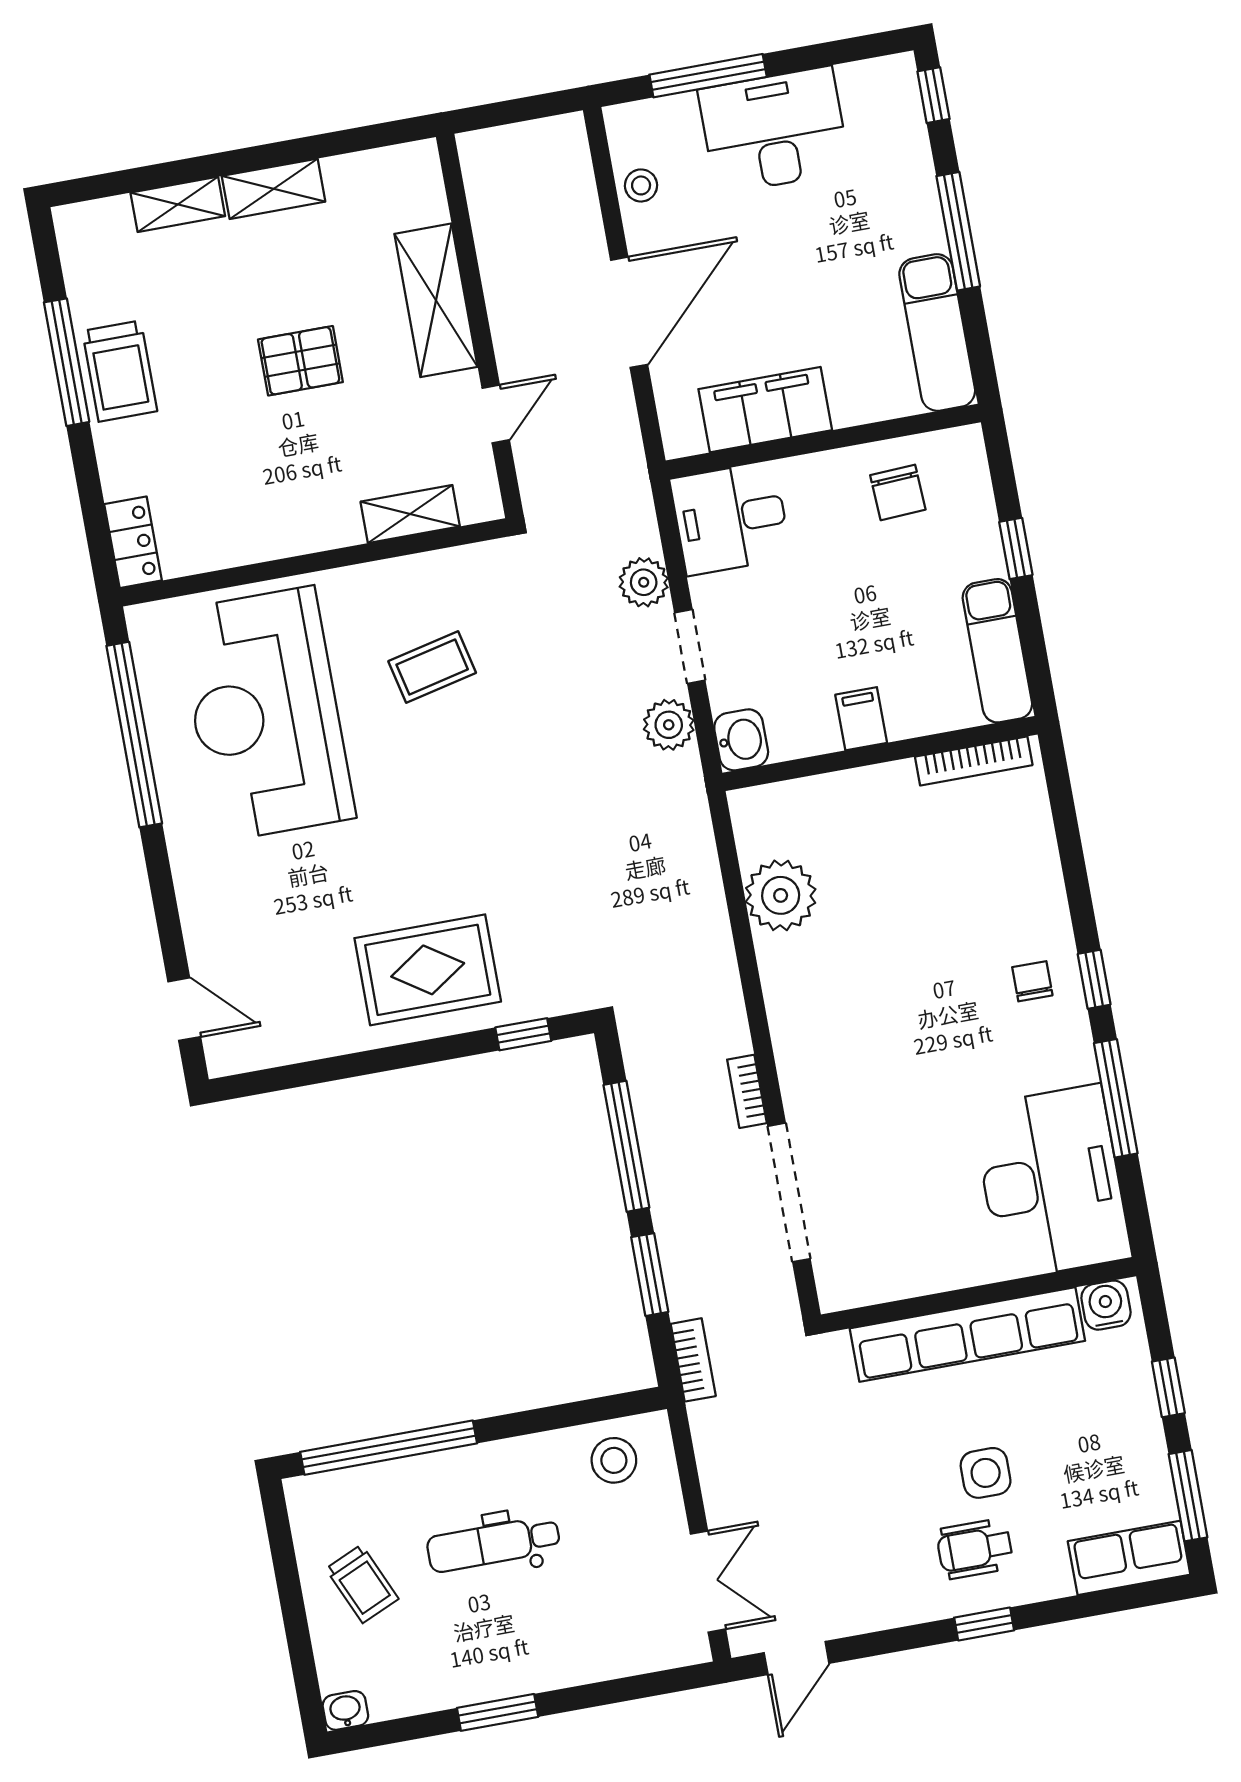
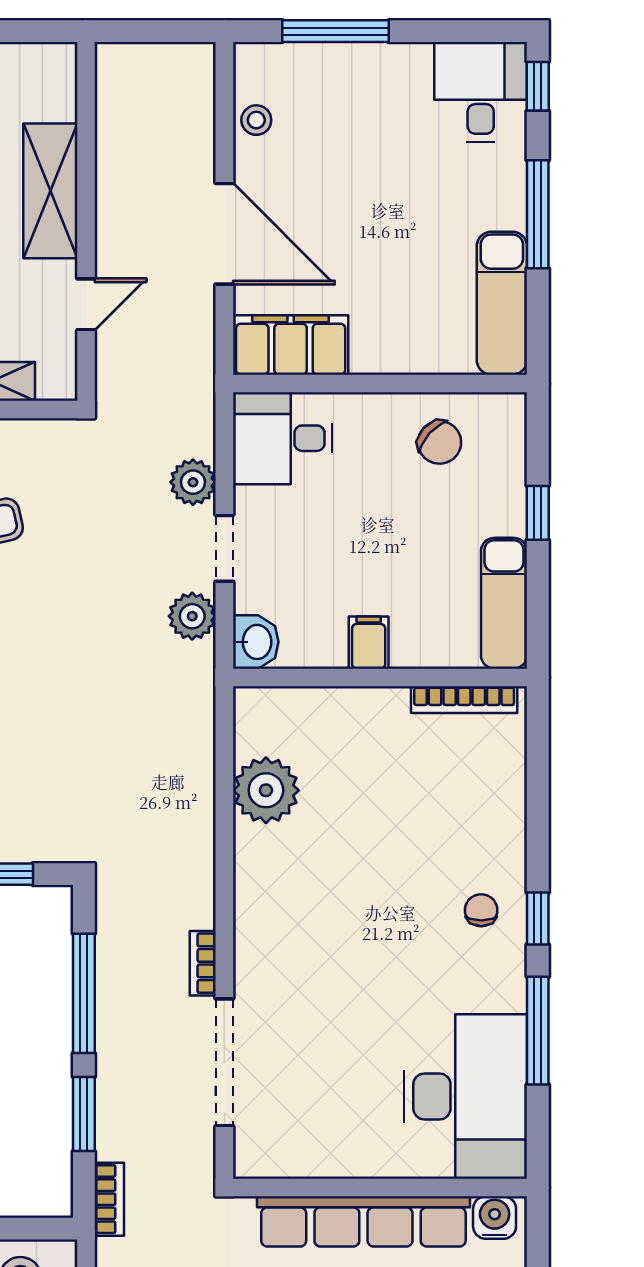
desk: (774, 130) -> (481, 92), moved, width x0.73
door: (629, 312) -> (224, 234), hinge flipped
filing cabinet: (765, 410) -> (291, 345), moved
chair: (898, 492) -> (440, 442), turned -45

